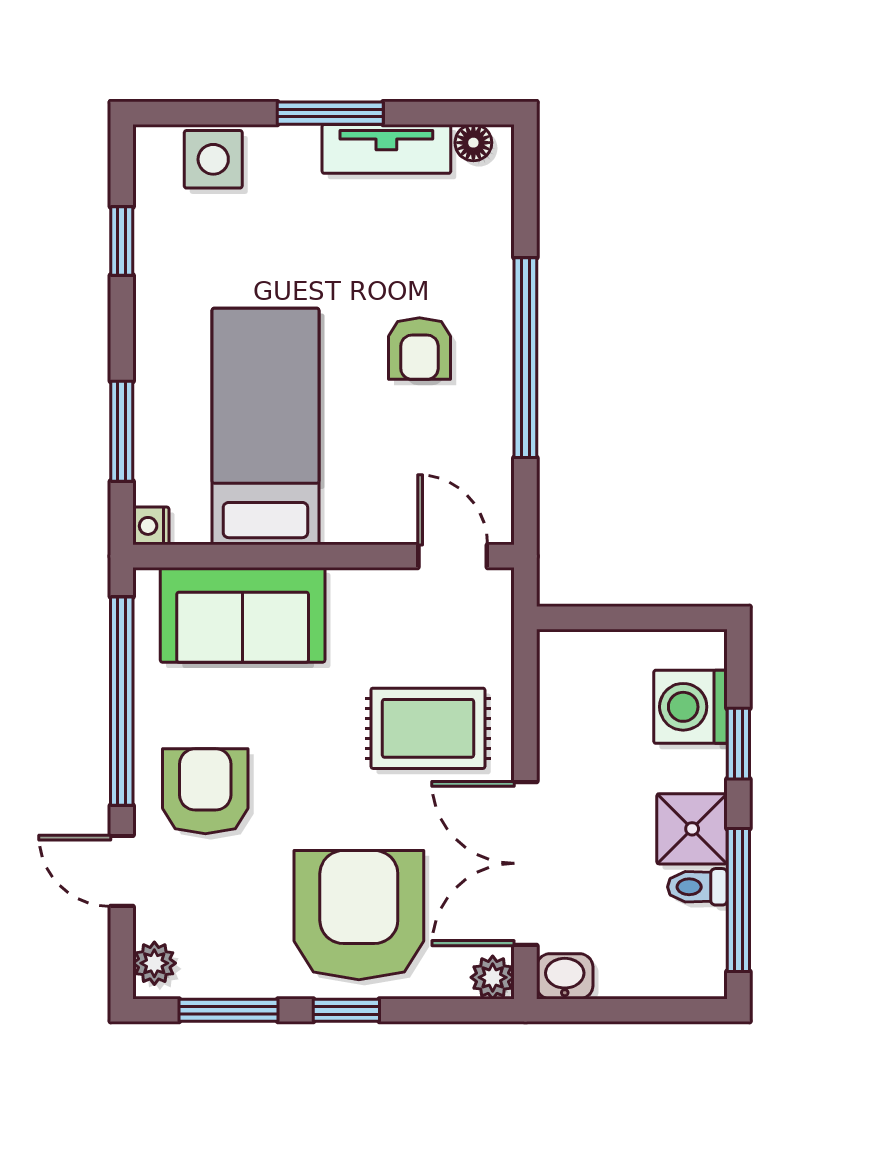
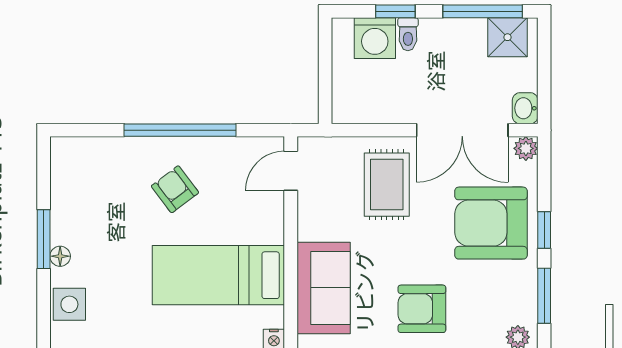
floor lamp: (473, 143) -> (60, 256), moved
tv unit: (386, 149) -> (64, 208), removed
armchair: (419, 349) -> (175, 189), turned -127
shower: (692, 829) -> (508, 37), moved
toilet: (697, 887) -> (408, 34), moved

